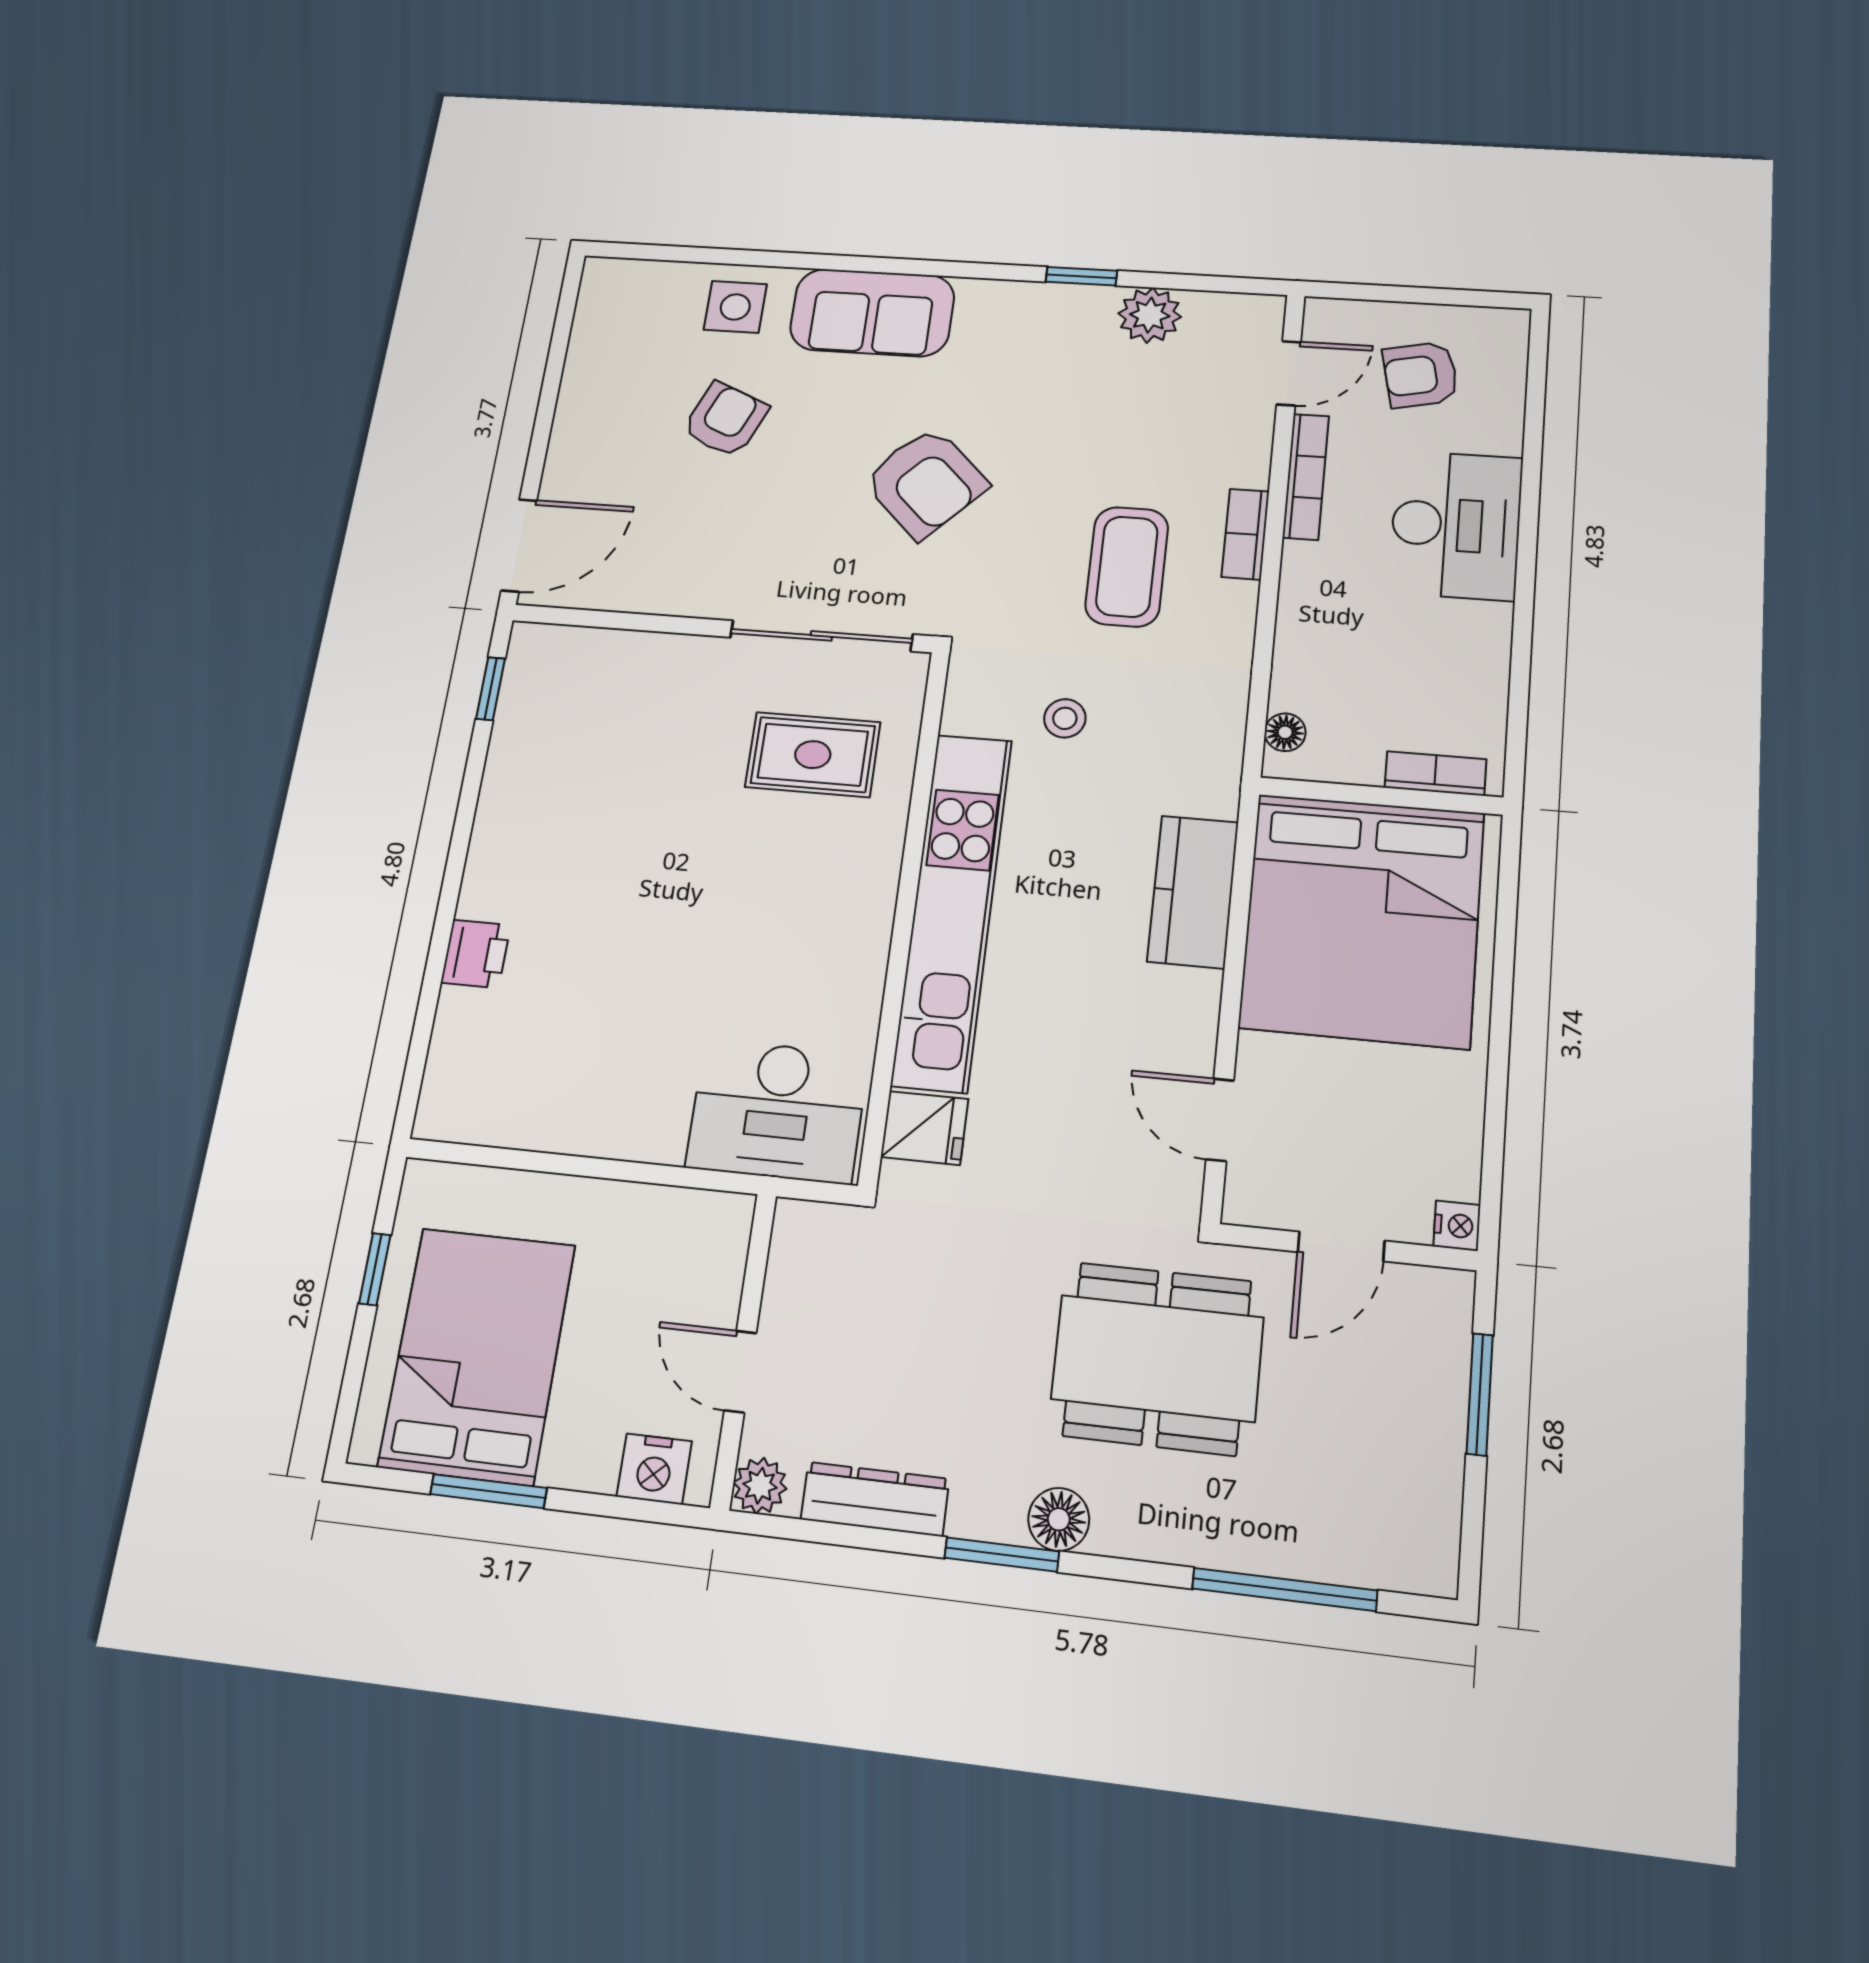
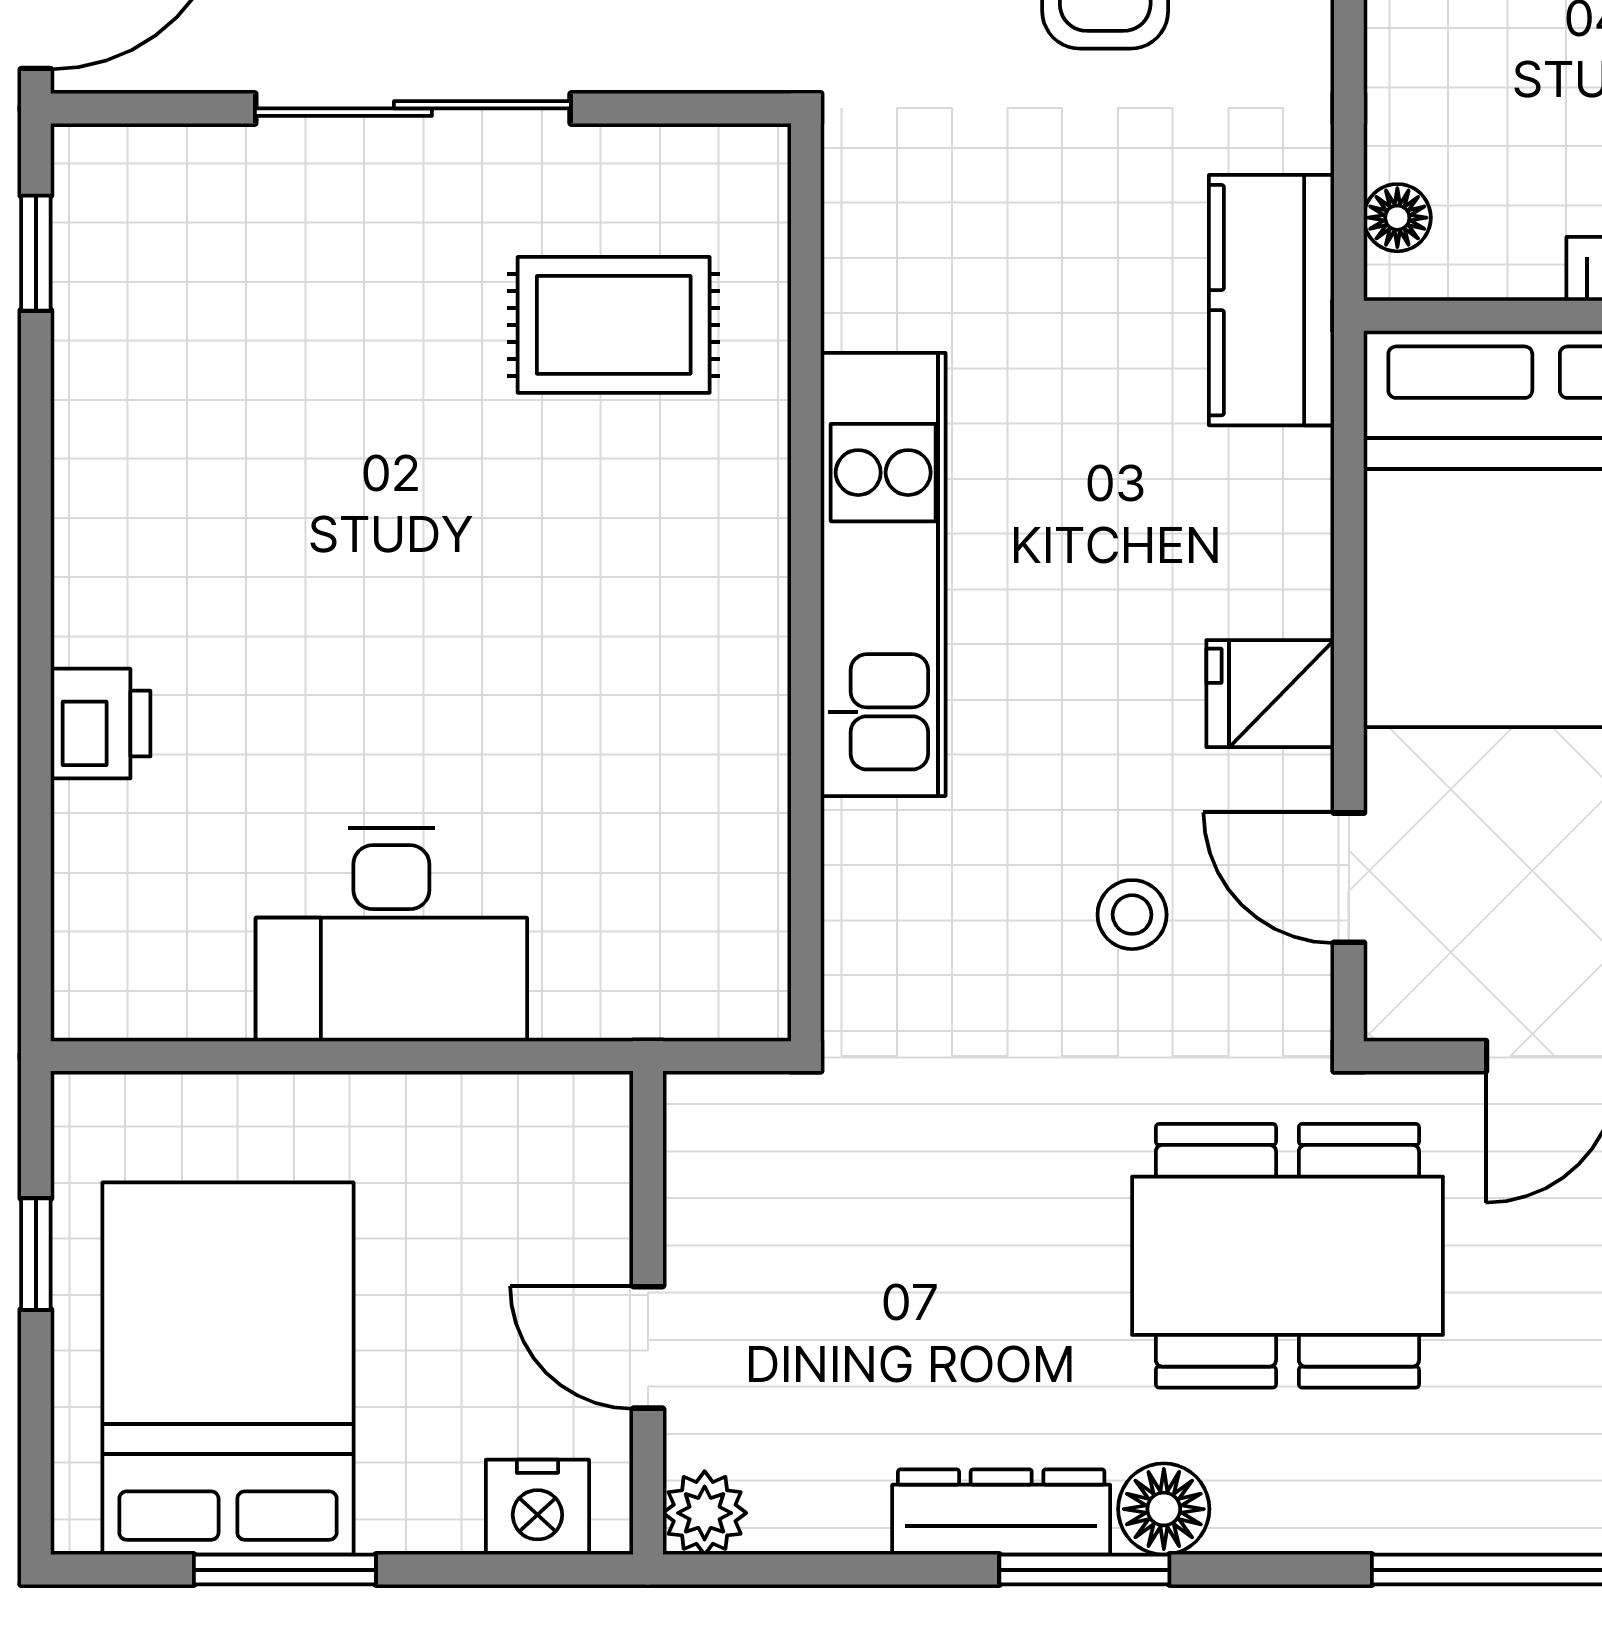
sliding door: (821, 636) -> (413, 108), moved
stool: (1065, 718) -> (1132, 915), moved
kitchen counter: (1193, 892) -> (1271, 300), moved
kitchen unit: (952, 910) -> (883, 574), width x0.73
desk: (777, 1111) -> (391, 935), moved
fridge: (925, 1128) -> (1270, 694), moved, turned 180
dresser: (875, 1499) -> (1001, 1512), moved

